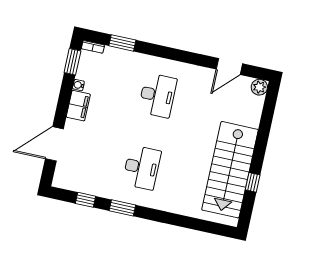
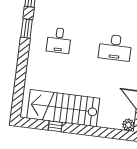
desk: (142, 167) -> (59, 40), width x0.73

